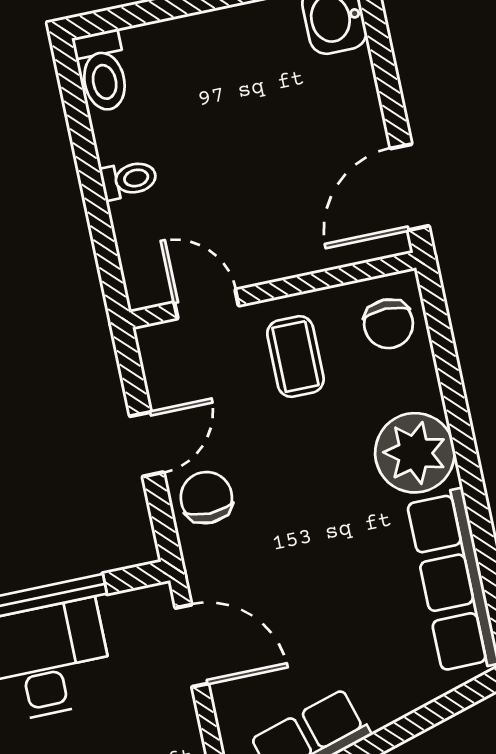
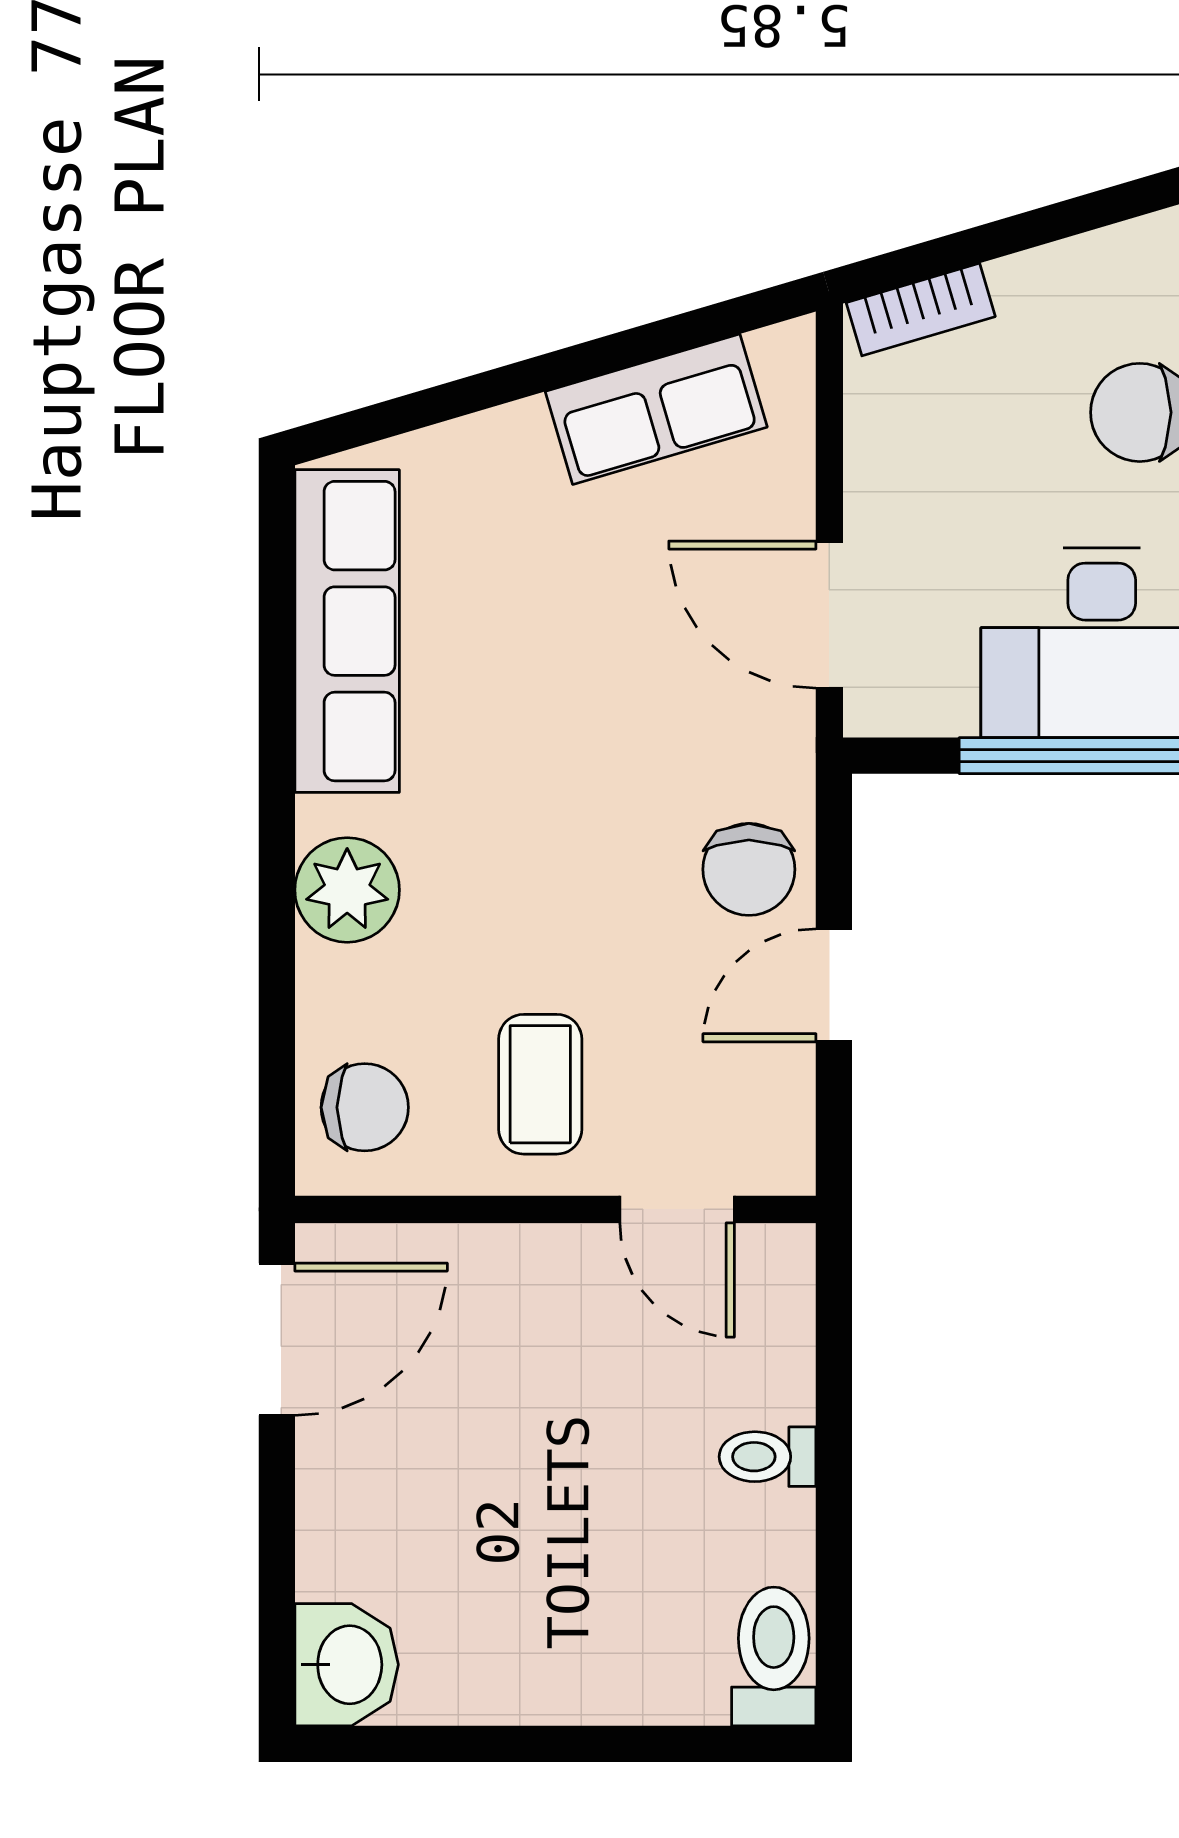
chair: (389, 324) -> (365, 1107), turned 90
plant: (415, 453) -> (347, 890), width x0.73, depth x0.73

